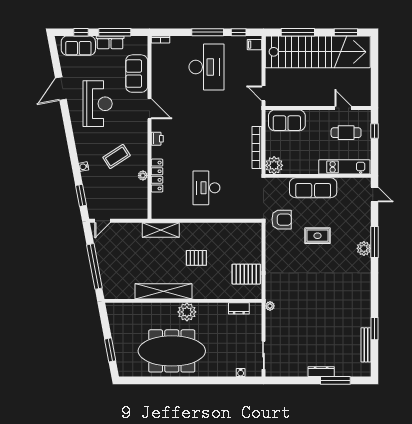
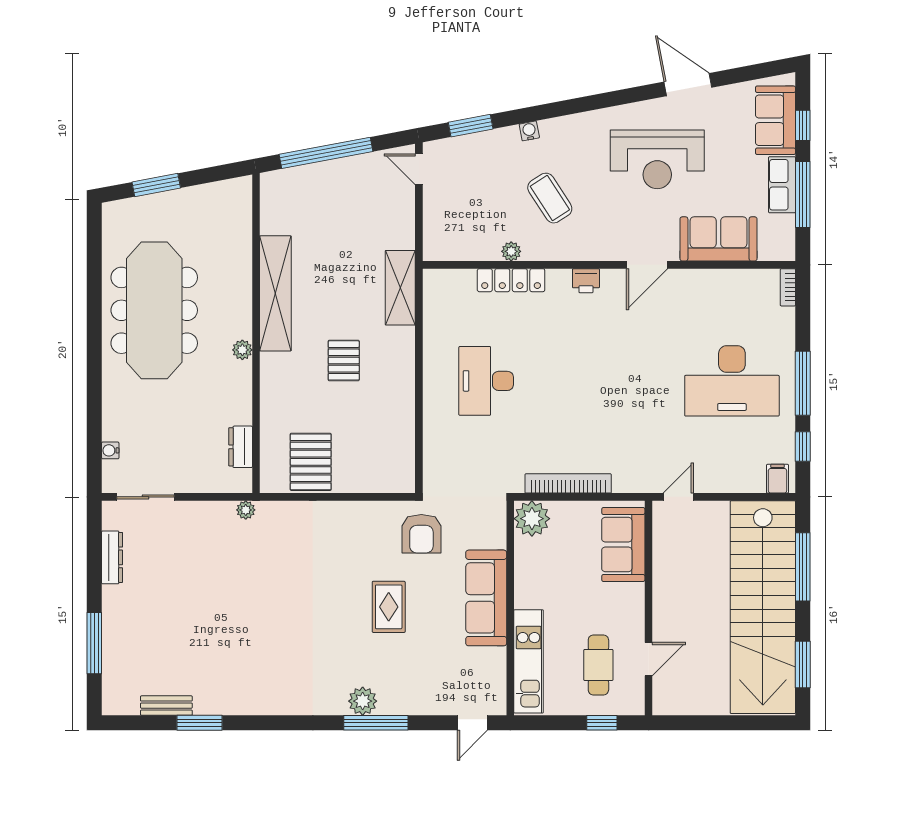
desk: (206, 188) -> (486, 381), turned -90
plant: (187, 312) -> (242, 350), width x0.53, depth x0.53
bench: (366, 345) -> (166, 706), width x0.73
dresser: (321, 372) -> (112, 557), moved

